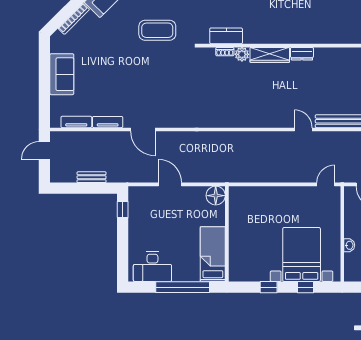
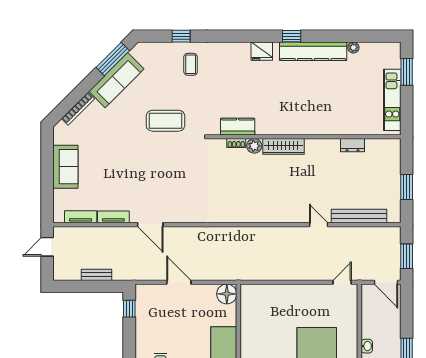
dresser: (302, 54) -> (353, 145), moved

